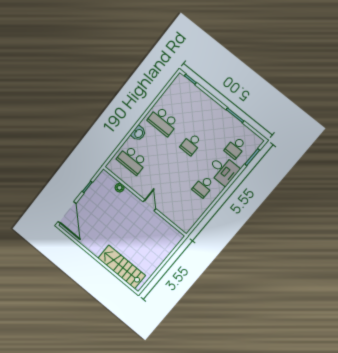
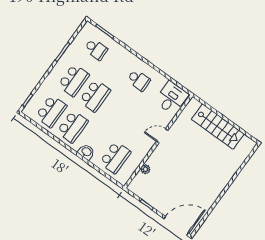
school desk: (179, 102) -> (51, 111), added
school desk: (207, 125) -> (74, 80), added
school desk: (191, 144) -> (95, 96), width x1.85
desk: (223, 170) -> (172, 98), moved
stairs: (122, 267) -> (218, 127), moved, turned -90

